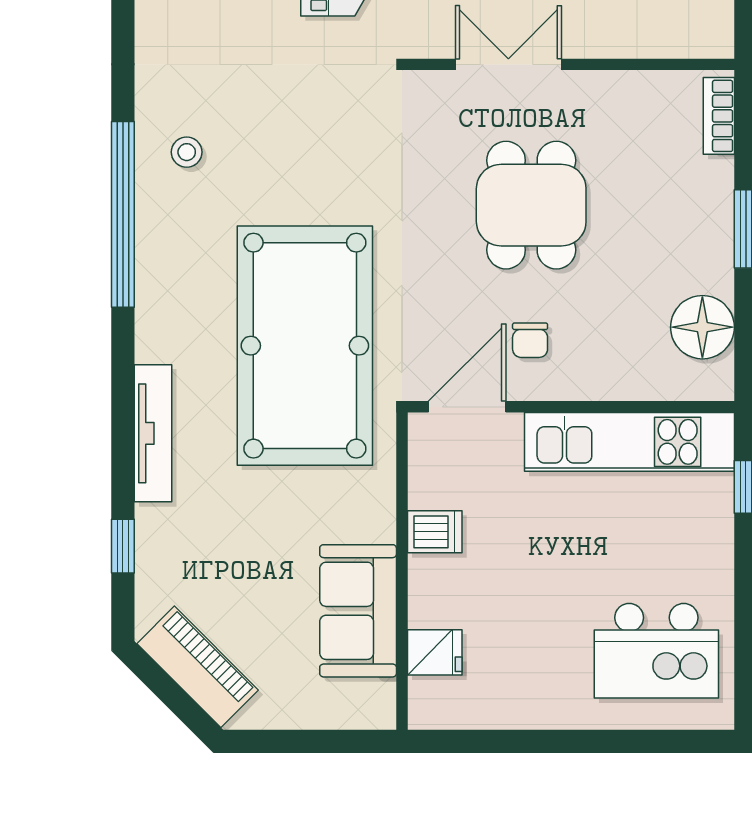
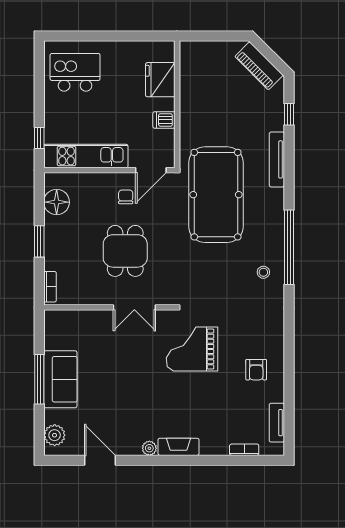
sofa: (358, 611) -> (195, 88), removed
fridge: (435, 652) -> (160, 80), width x1.88, depth x1.34

